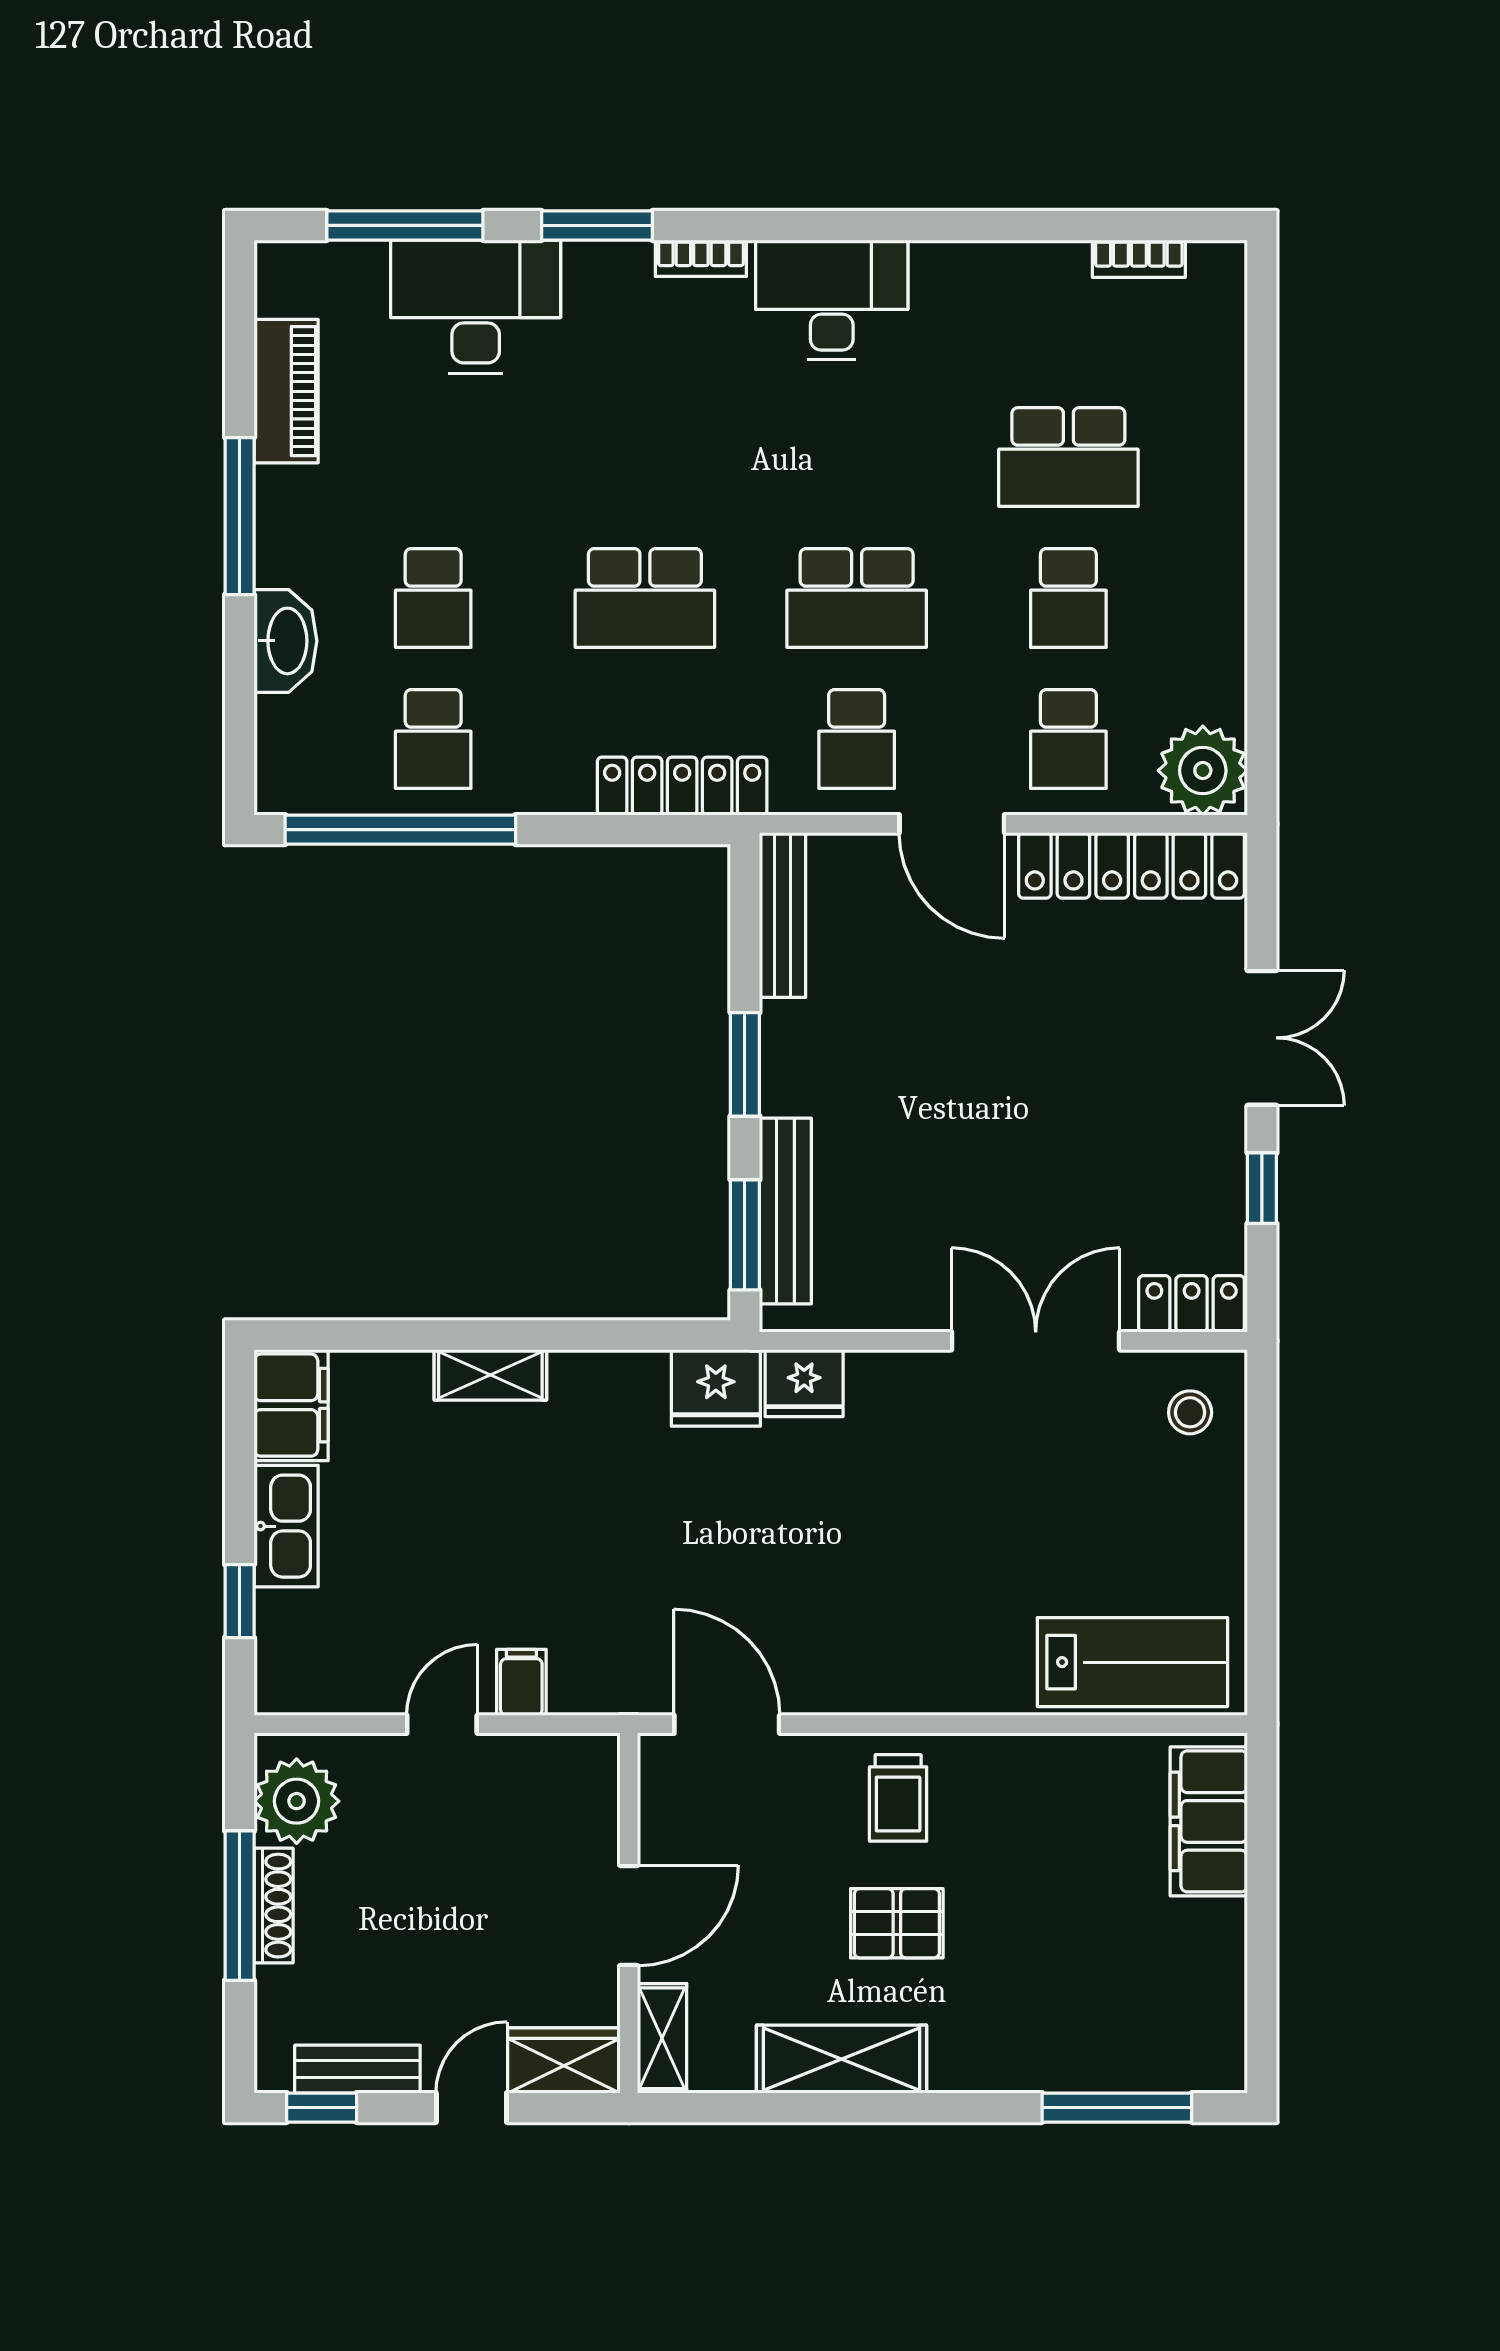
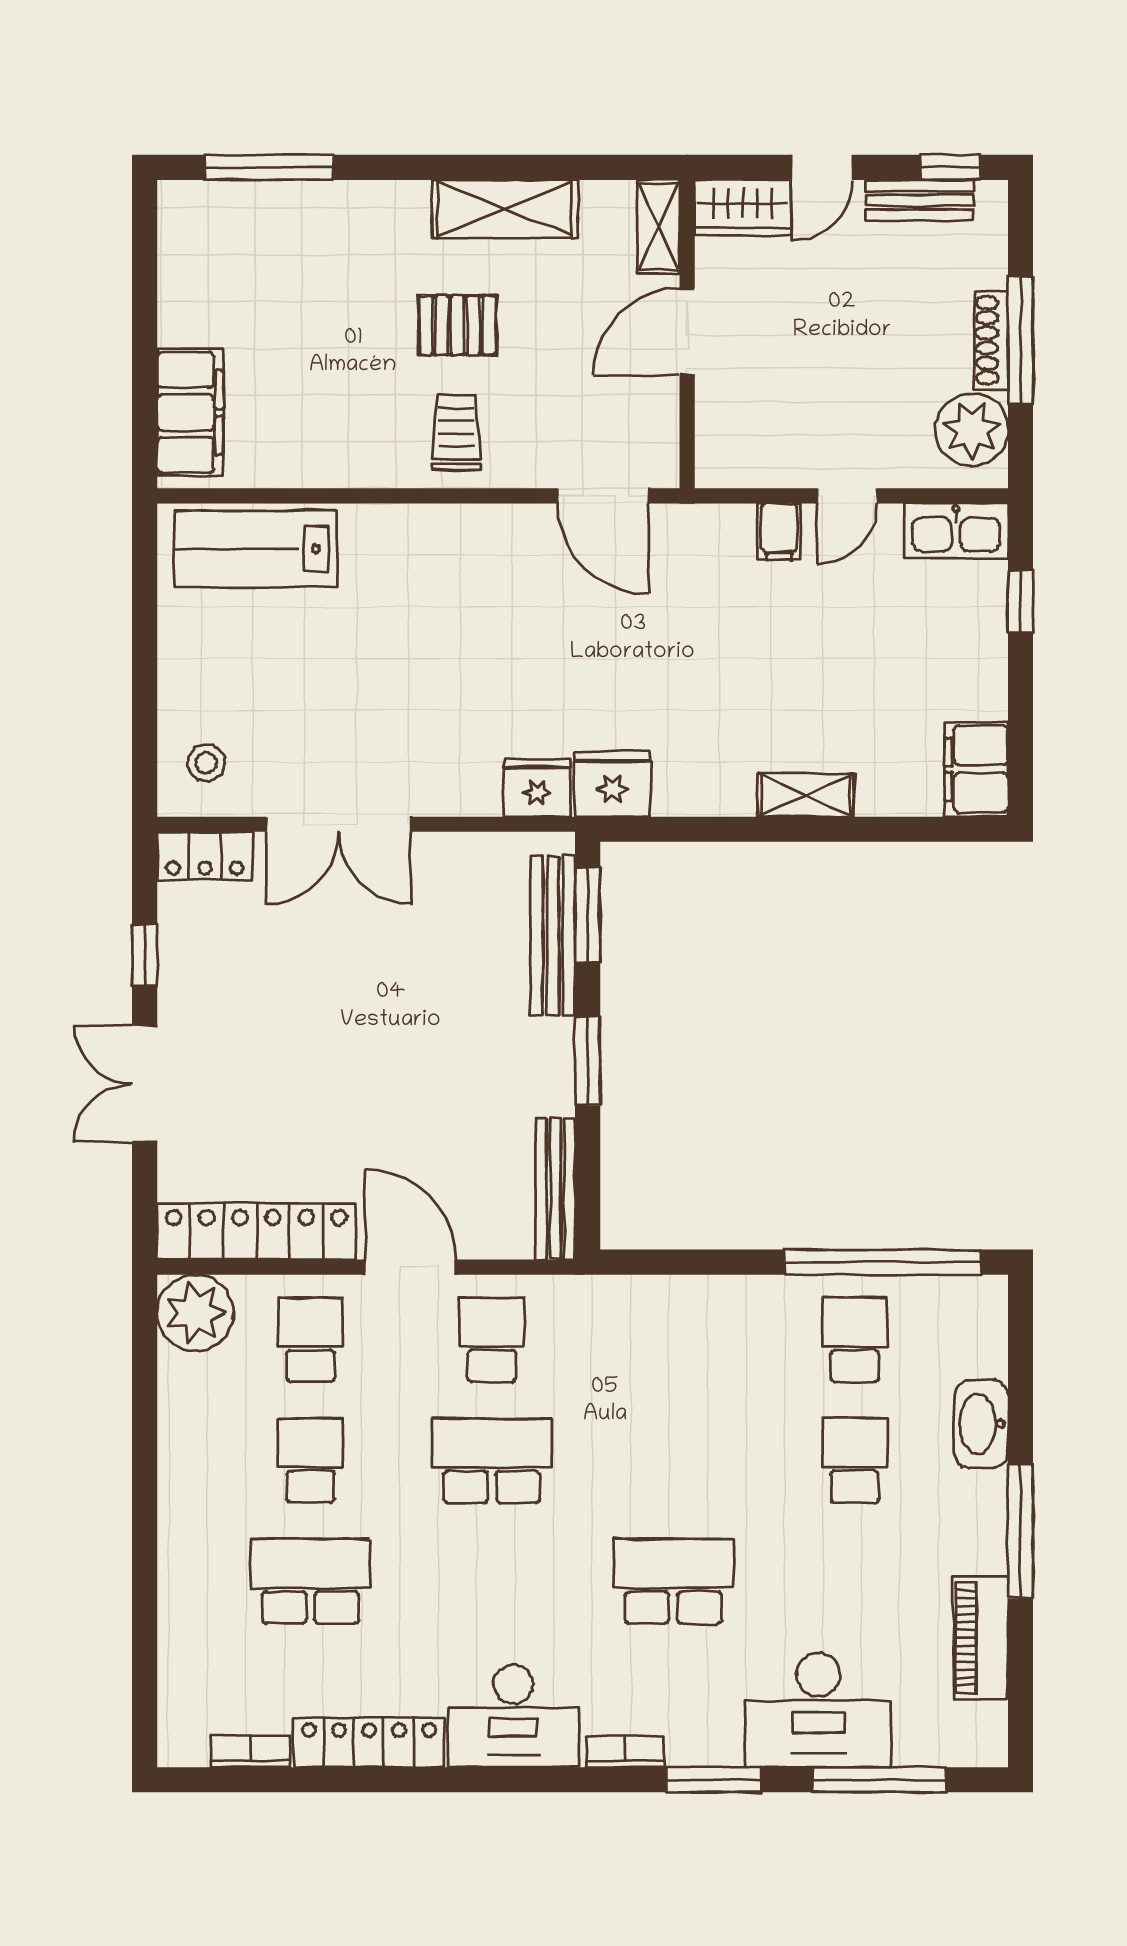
school desk: (645, 598) -> (673, 1581), moved
locker: (682, 786) -> (369, 1742), moved, turned 180
kitchen sink: (286, 1526) -> (956, 531), moved, turned -90

